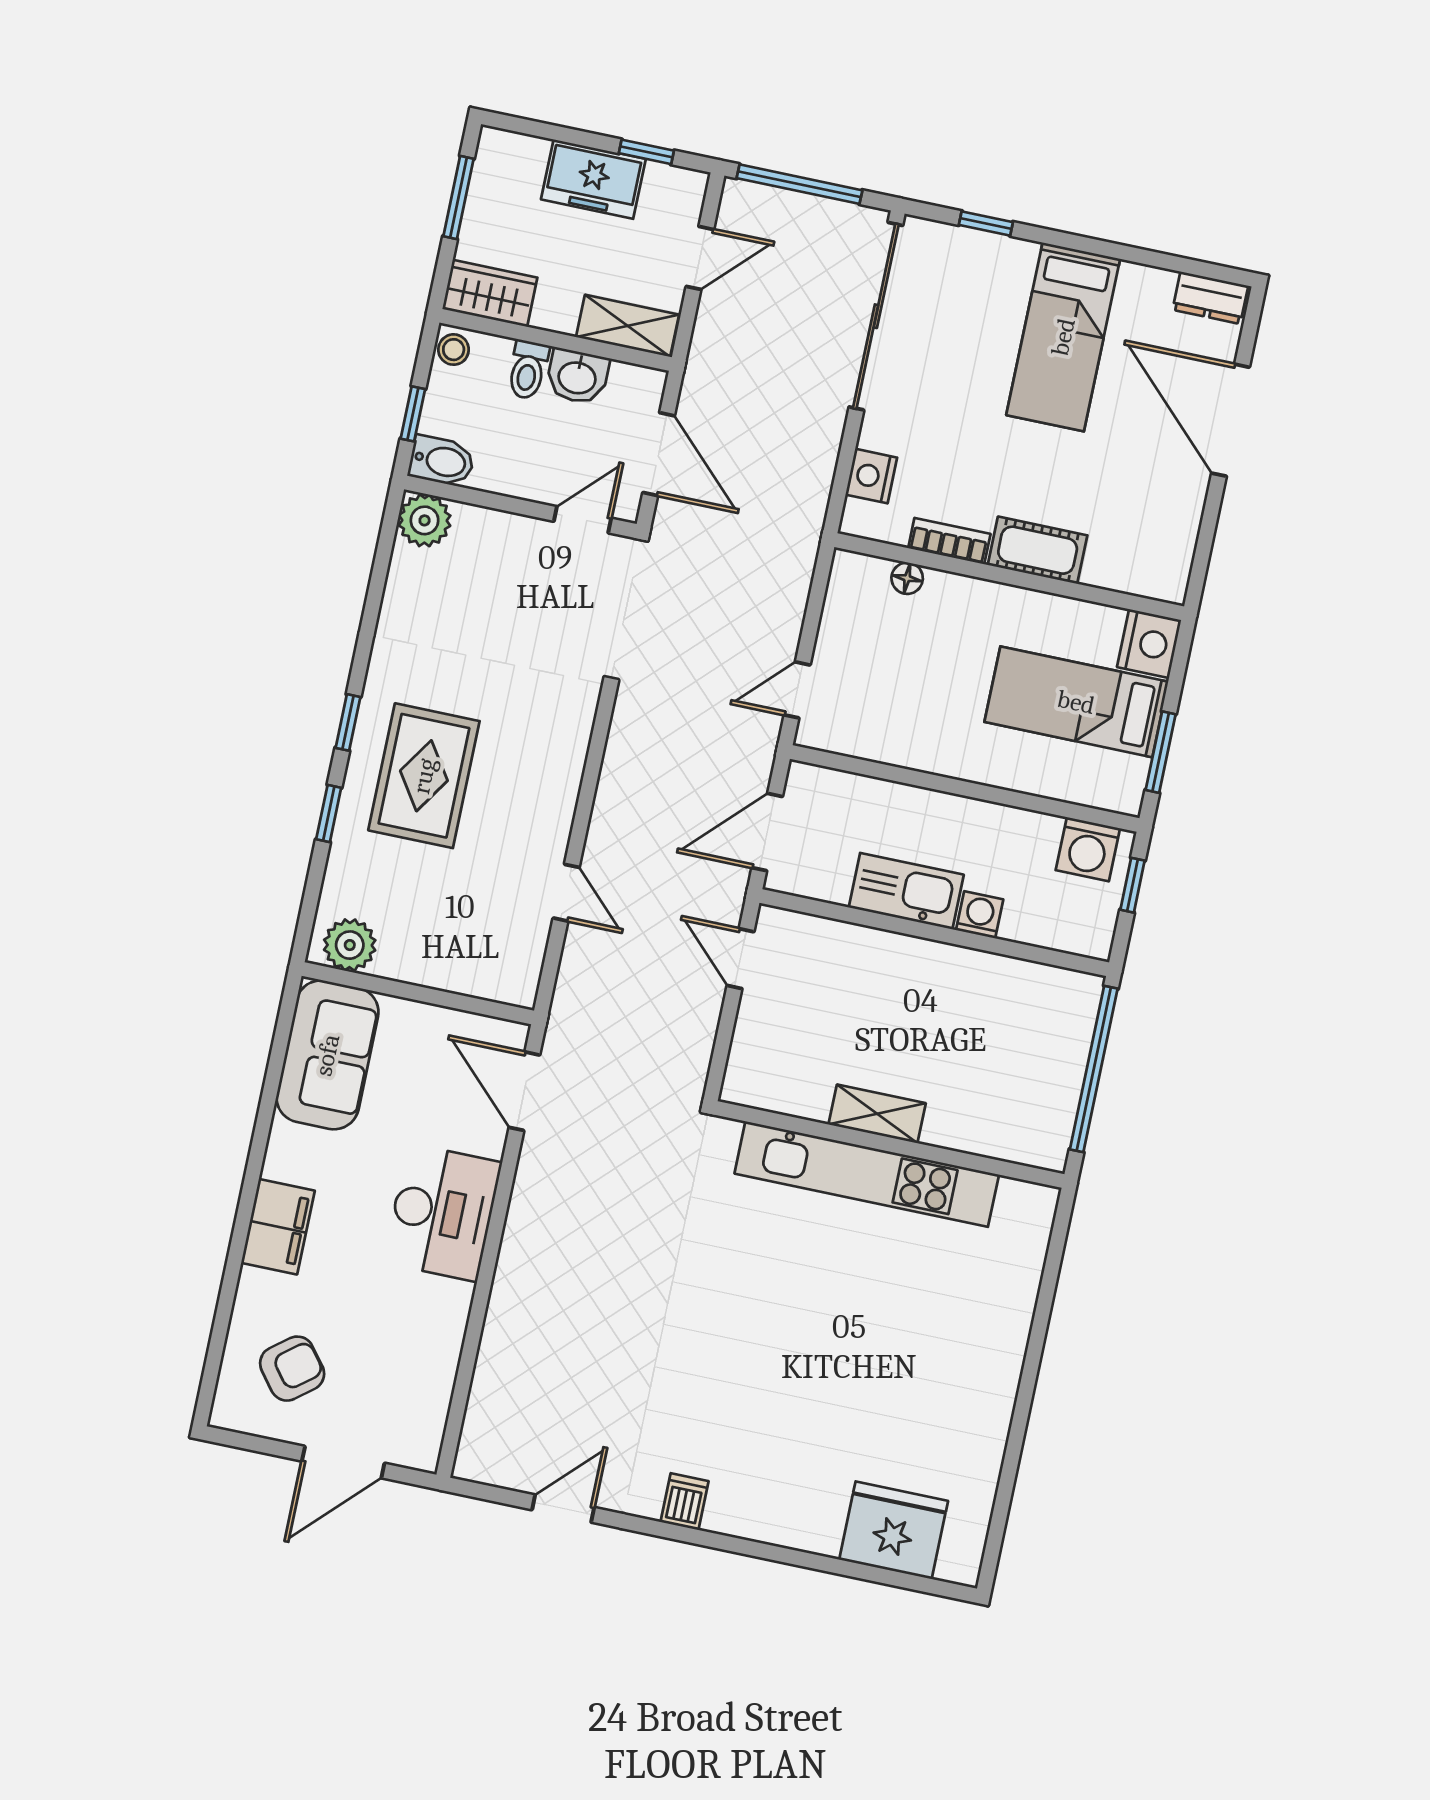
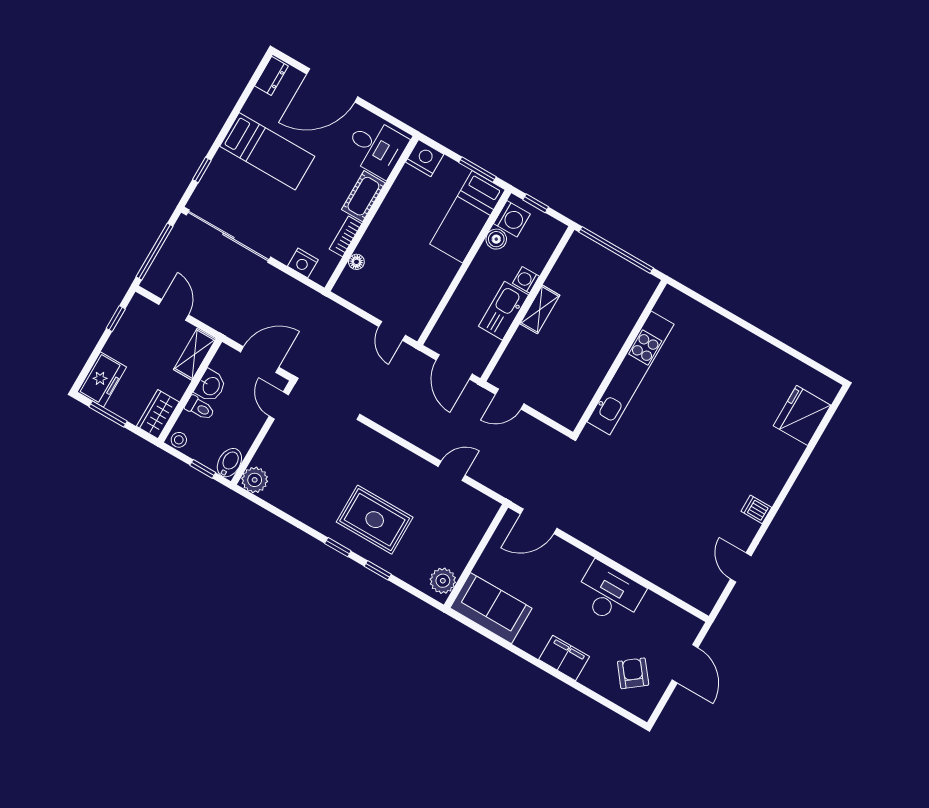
freezer: (593, 179) -> (102, 379), moved
desk: (1139, 543) -> (376, 147), added
bed: (1076, 702) -> (467, 217), moved
boiler: (1039, 832) -> (496, 239), added
shelving: (877, 1114) -> (540, 309), moved
desk: (443, 1212) -> (609, 594), moved

